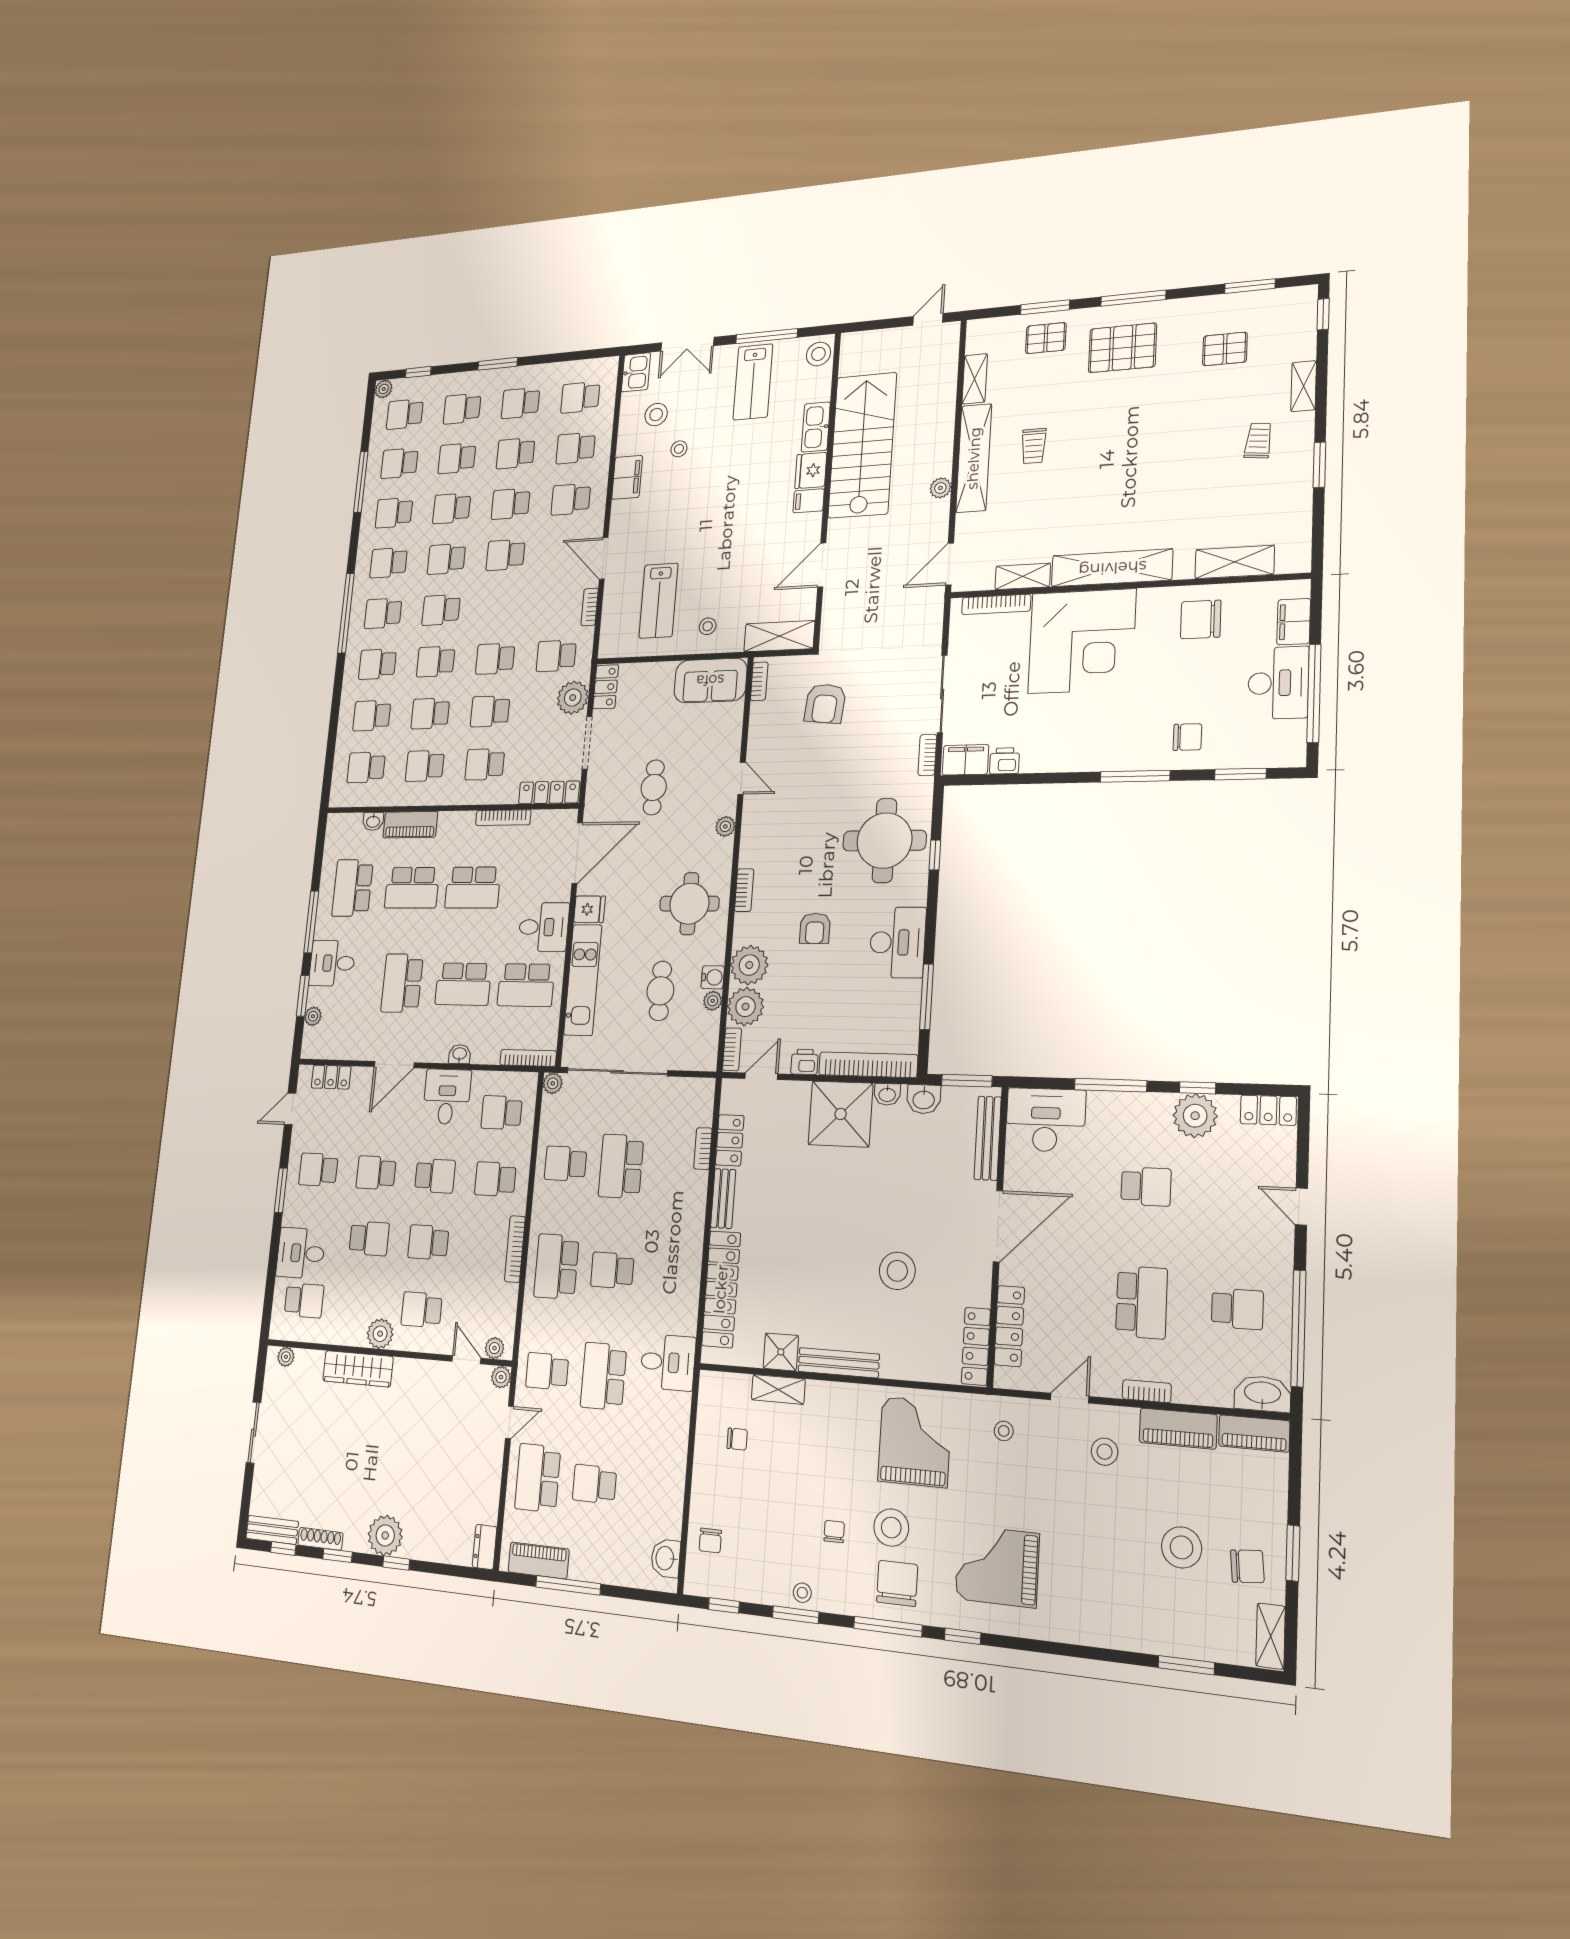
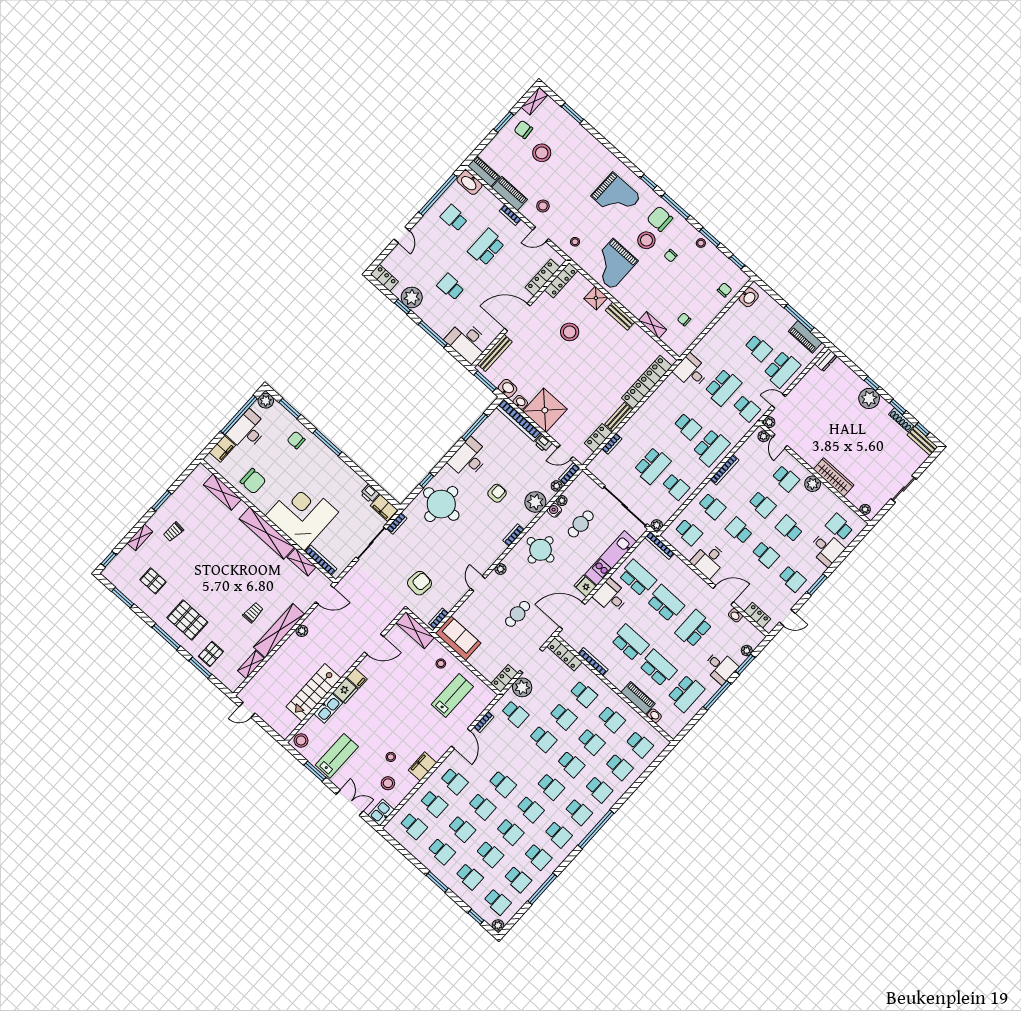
window: (767, 336) -> (315, 771), width x0.69
pallet: (1046, 338) -> (211, 654), turned 90
stairs: (862, 445) -> (313, 692), width x0.73, depth x0.66
plant: (1290, 752) -> (266, 401), added
school desk: (402, 983) -> (694, 629), turned 180
plant: (746, 1007) -> (557, 486), width x0.53, depth x0.53
washbasin: (460, 1054) -> (735, 615), moved
shower: (781, 1352) -> (596, 298), moved
bench: (839, 1363) -> (620, 316), width x0.73
chair: (897, 1583) -> (660, 219), turned 90

